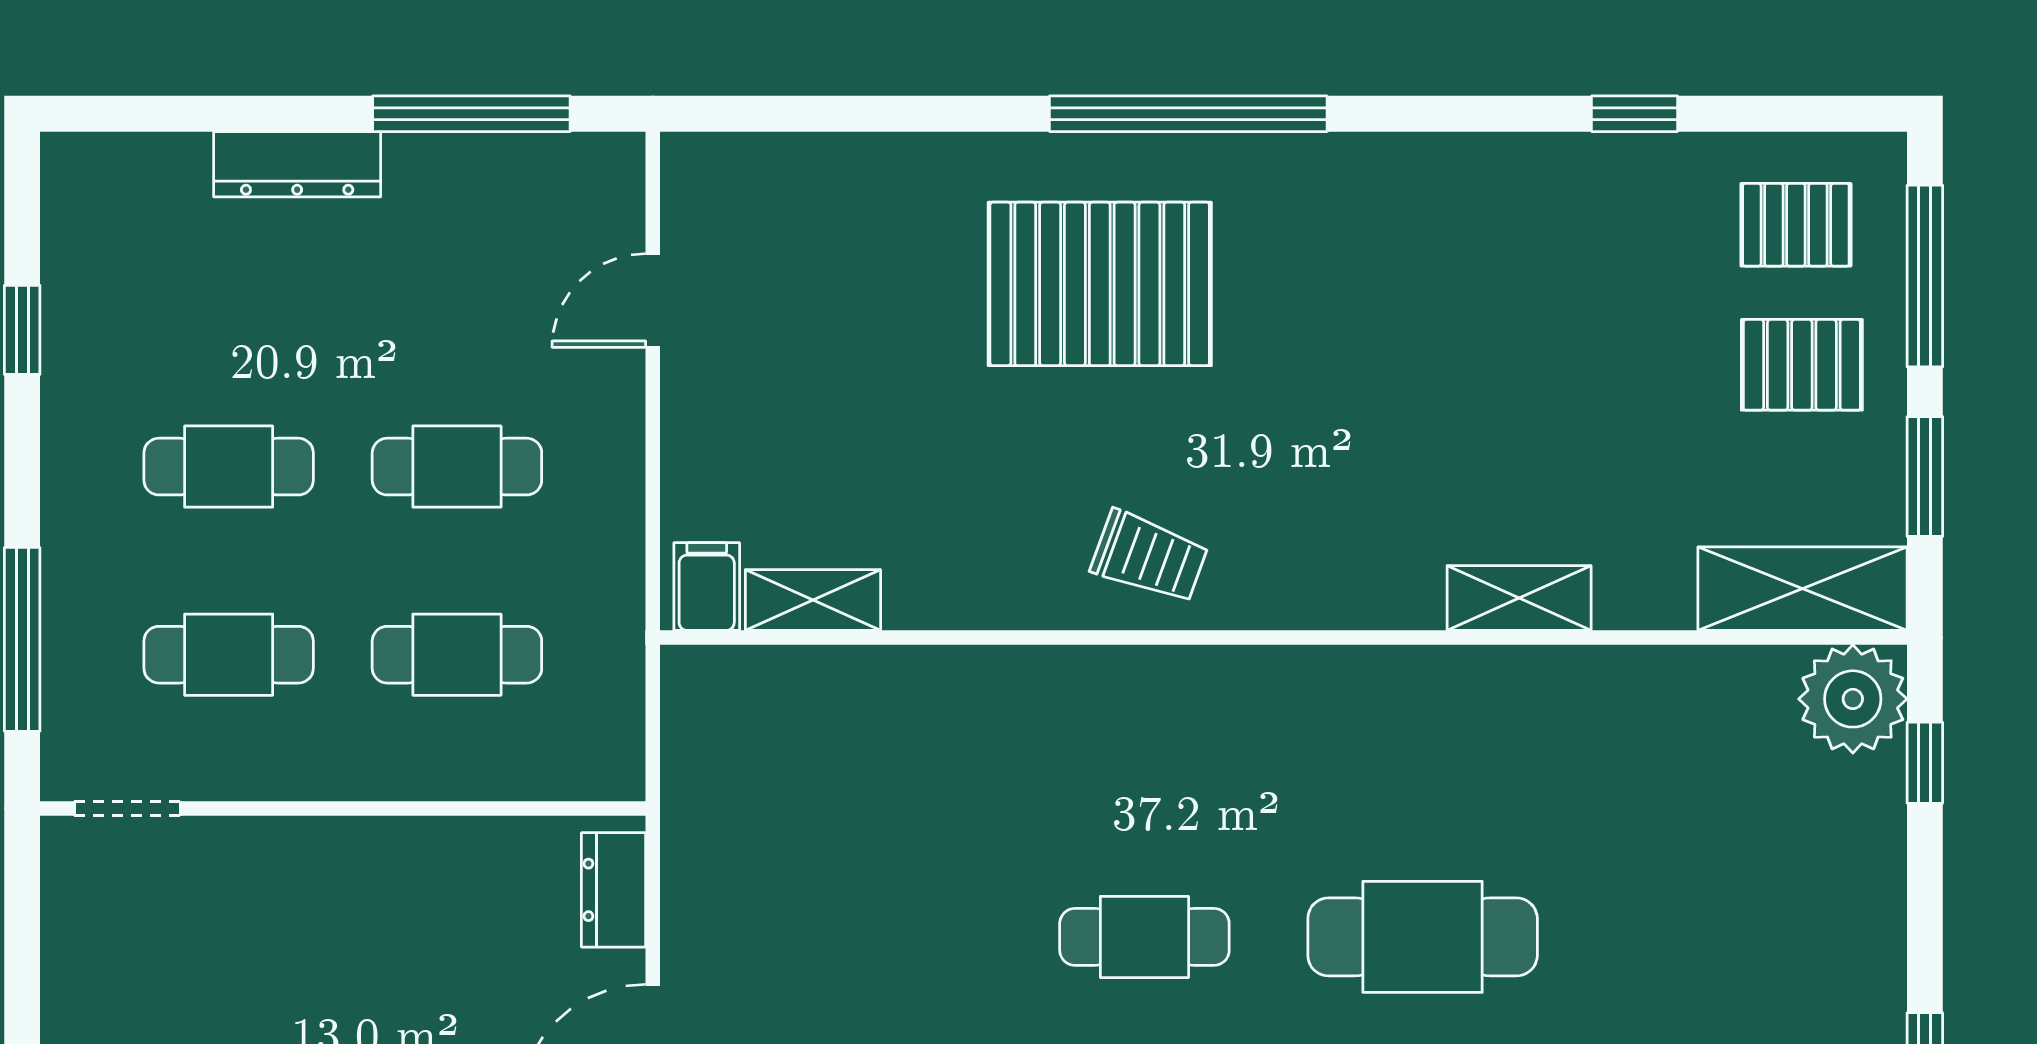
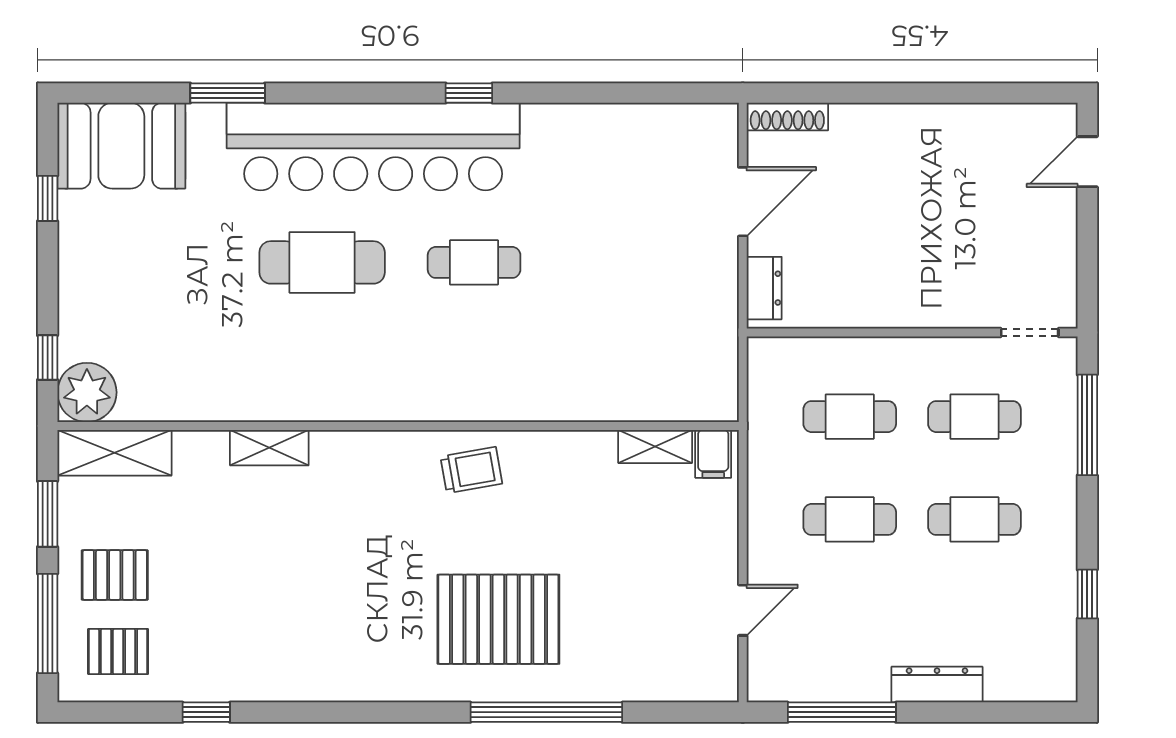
window: (1188, 114) -> (546, 712), moved
trolley: (1149, 557) -> (471, 470), turned 150

